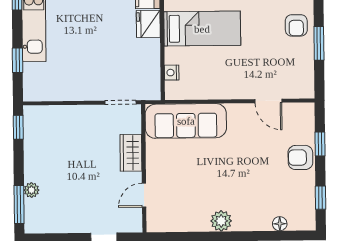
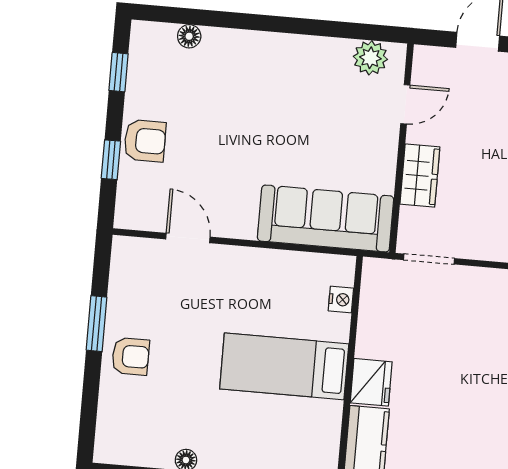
armchair: (296, 25) -> (131, 356), turned 90
plant: (221, 221) -> (370, 58), moved

